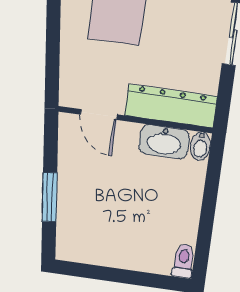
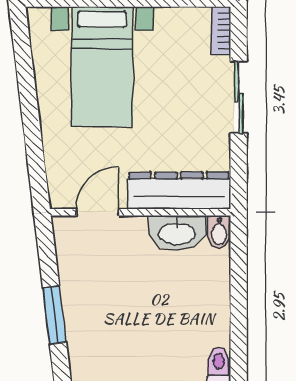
door: (99, 115) -> (98, 212), swing flipped

